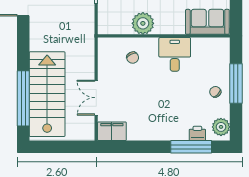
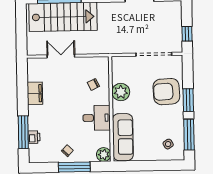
sofa: (207, 22) -> (123, 137), width x1.36
plant: (221, 127) -> (104, 155), moved
filing cabinet: (112, 131) -> (35, 93), moved

